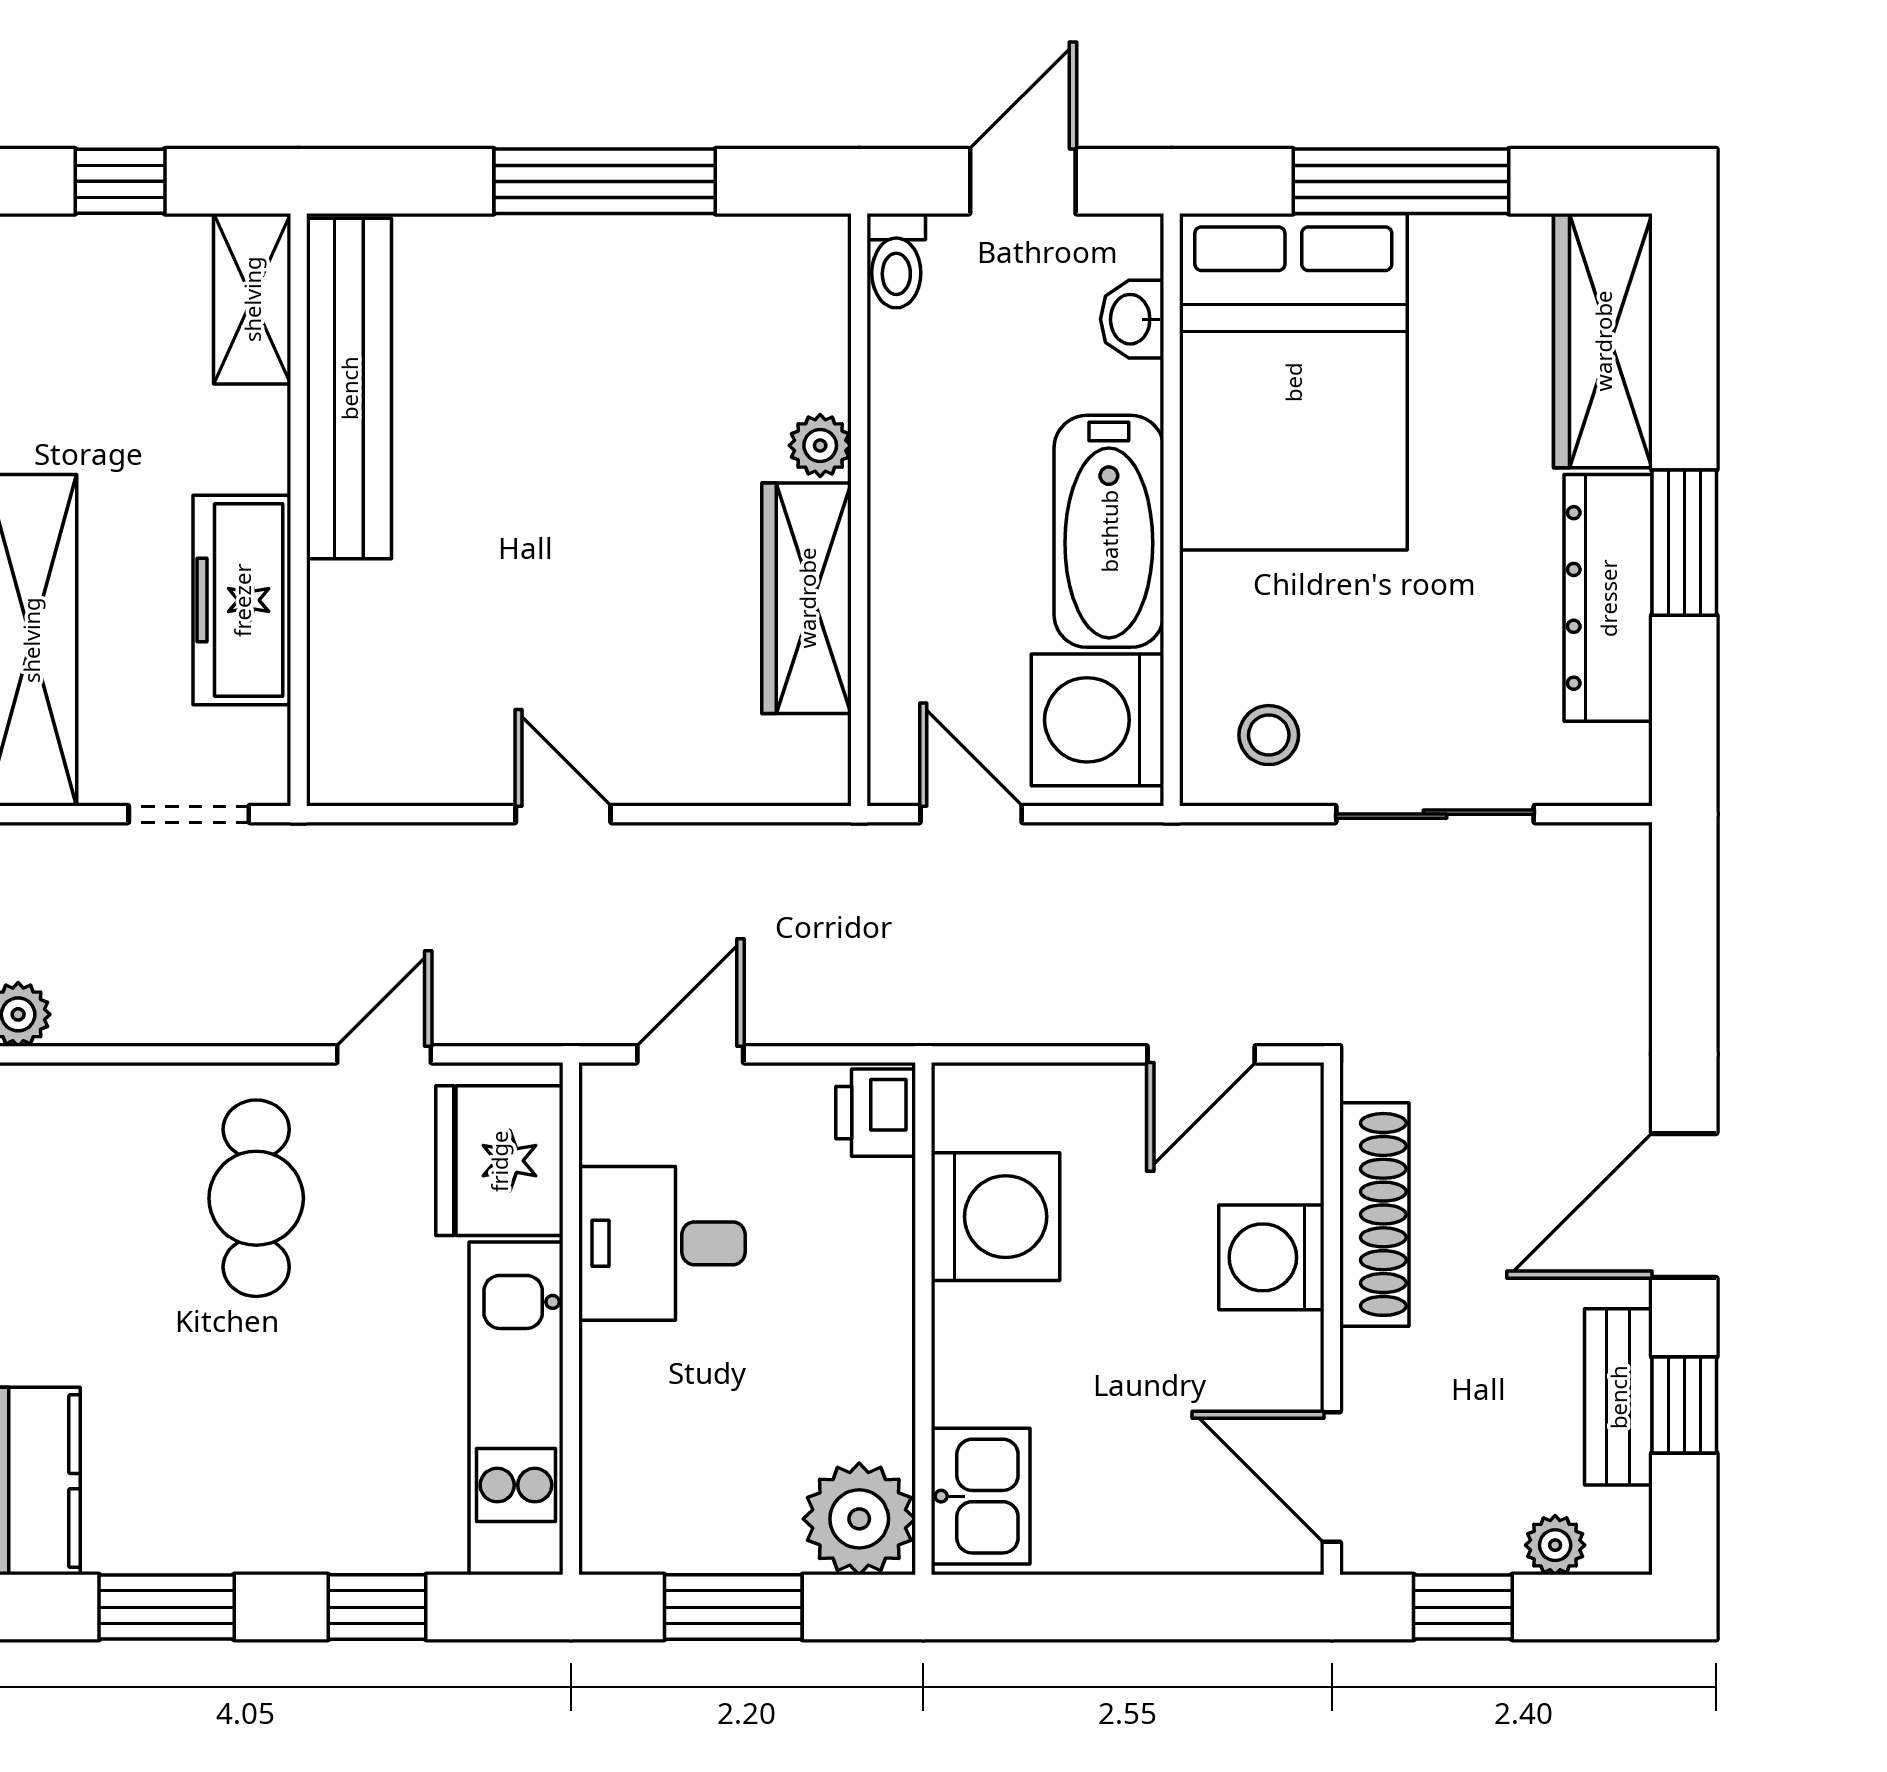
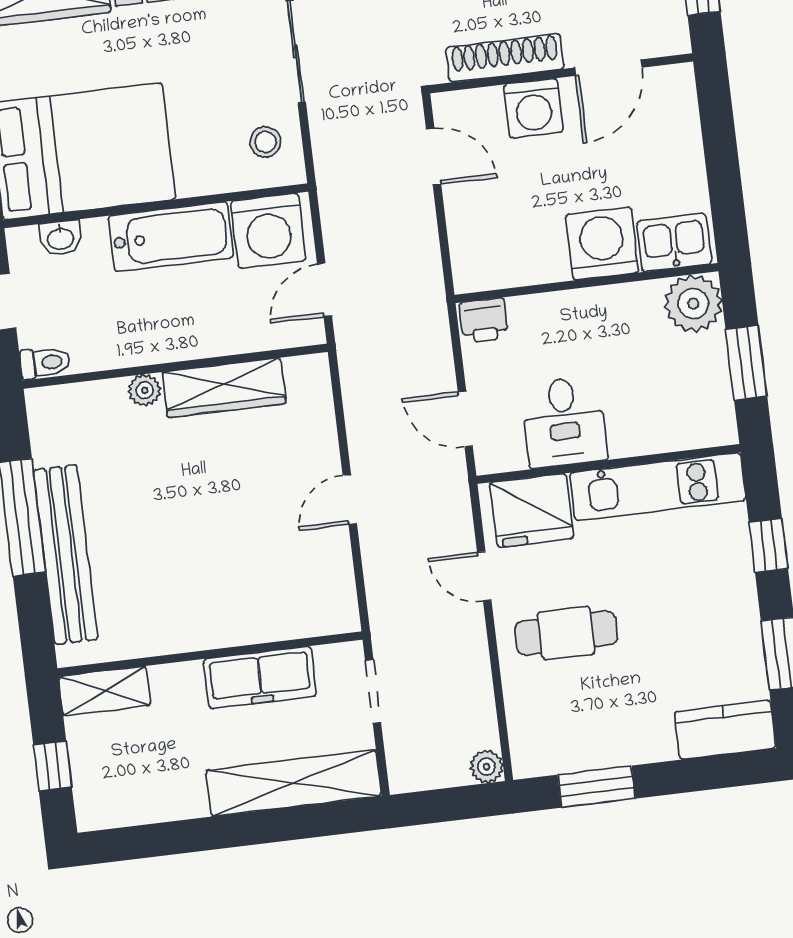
bench: (349, 388) -> (66, 555), moved, turned 90
washing machine: (995, 1217) -> (602, 244), moved
door: (1332, 1477) -> (608, 68), moved

